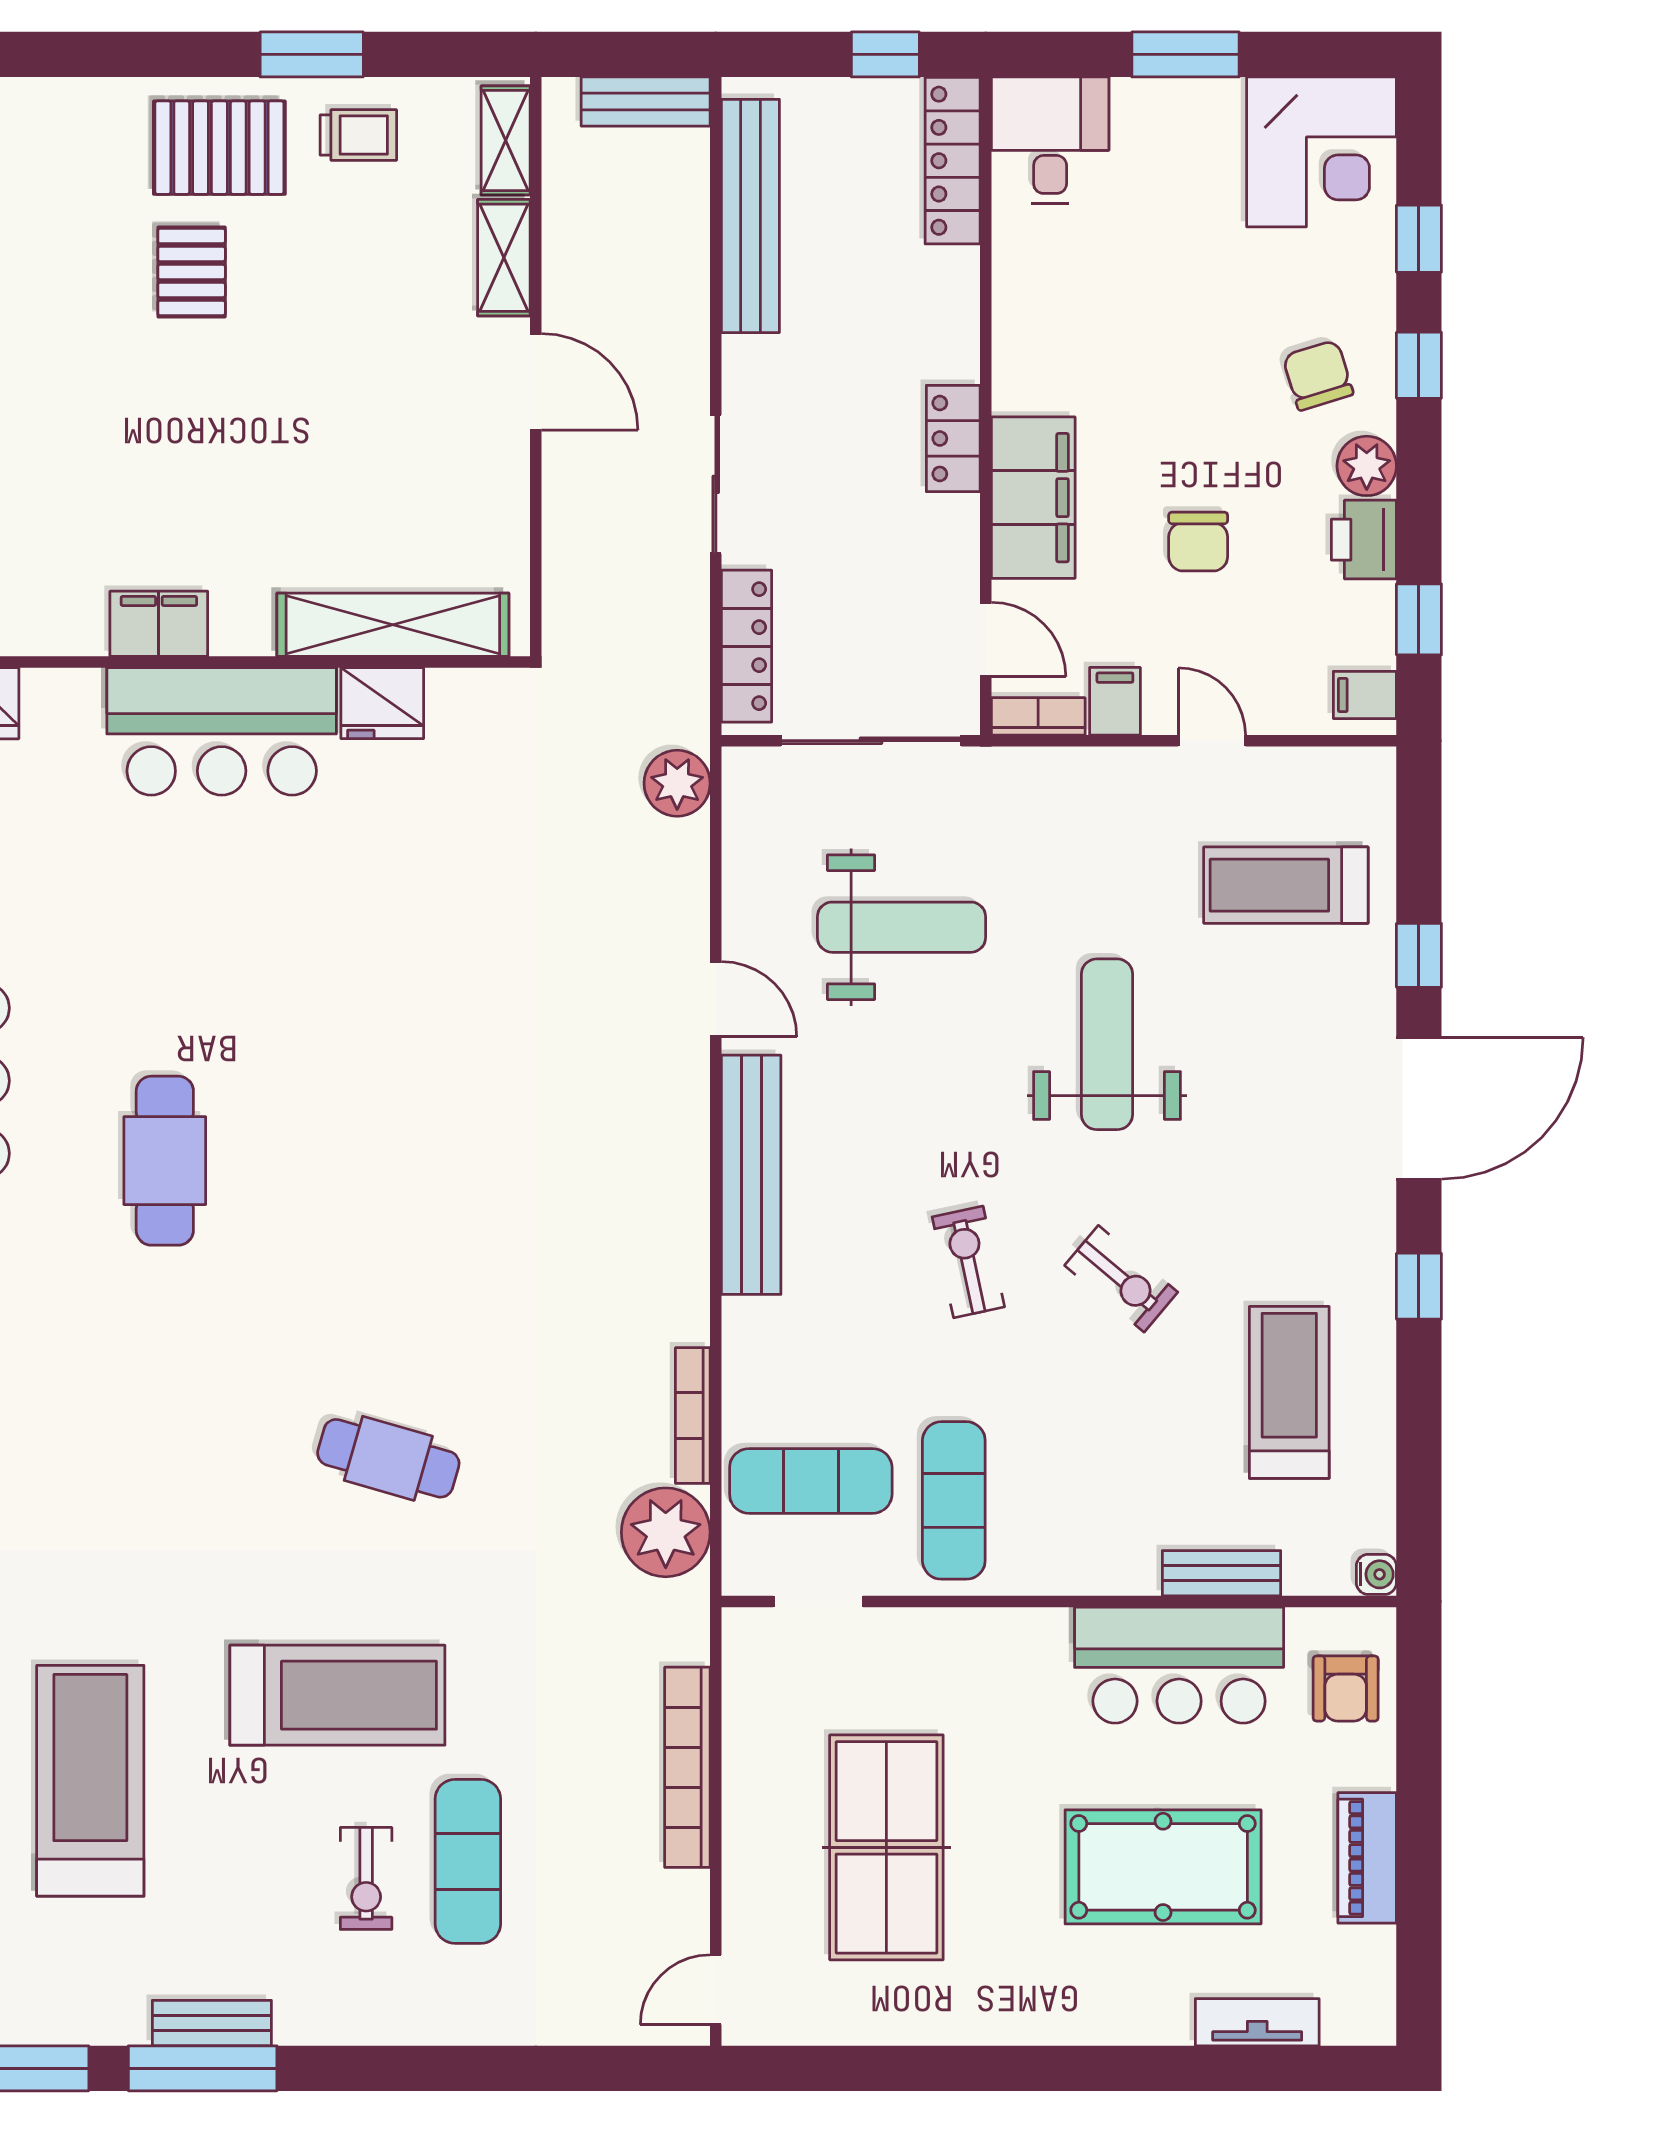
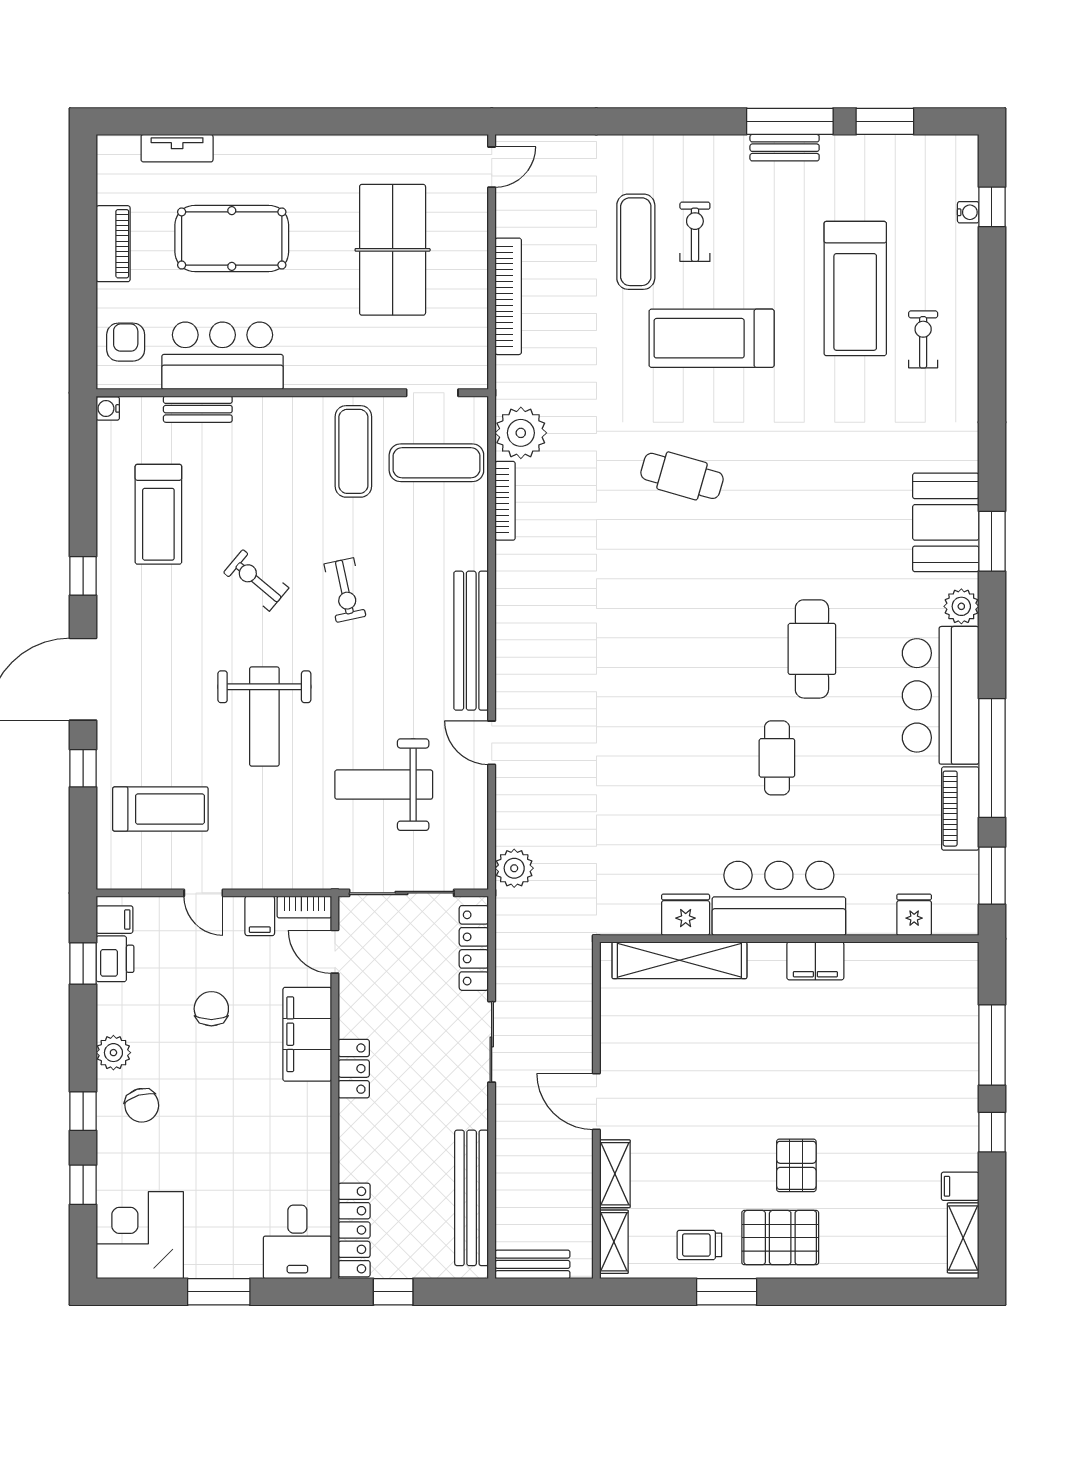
printer: (1364, 540) -> (115, 959), moved
cafe table: (225, 973) -> (777, 758), added

